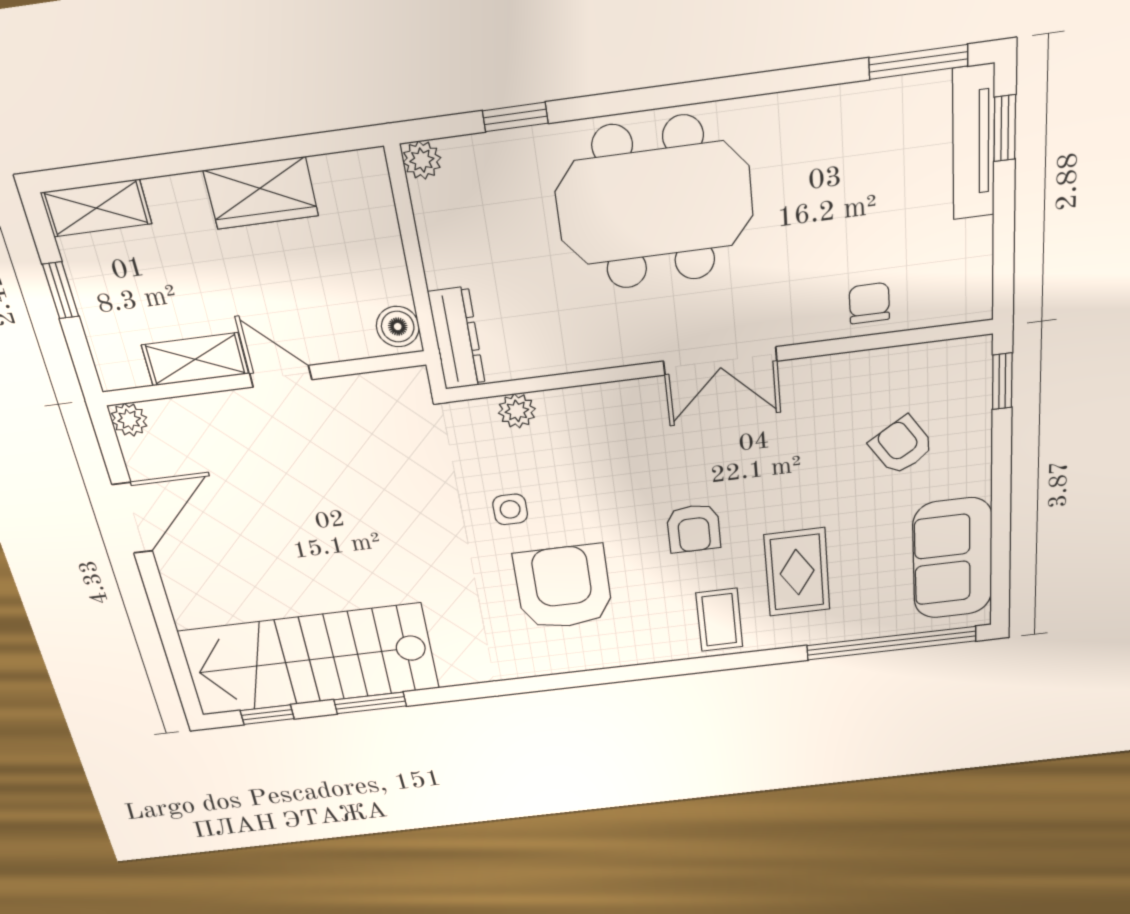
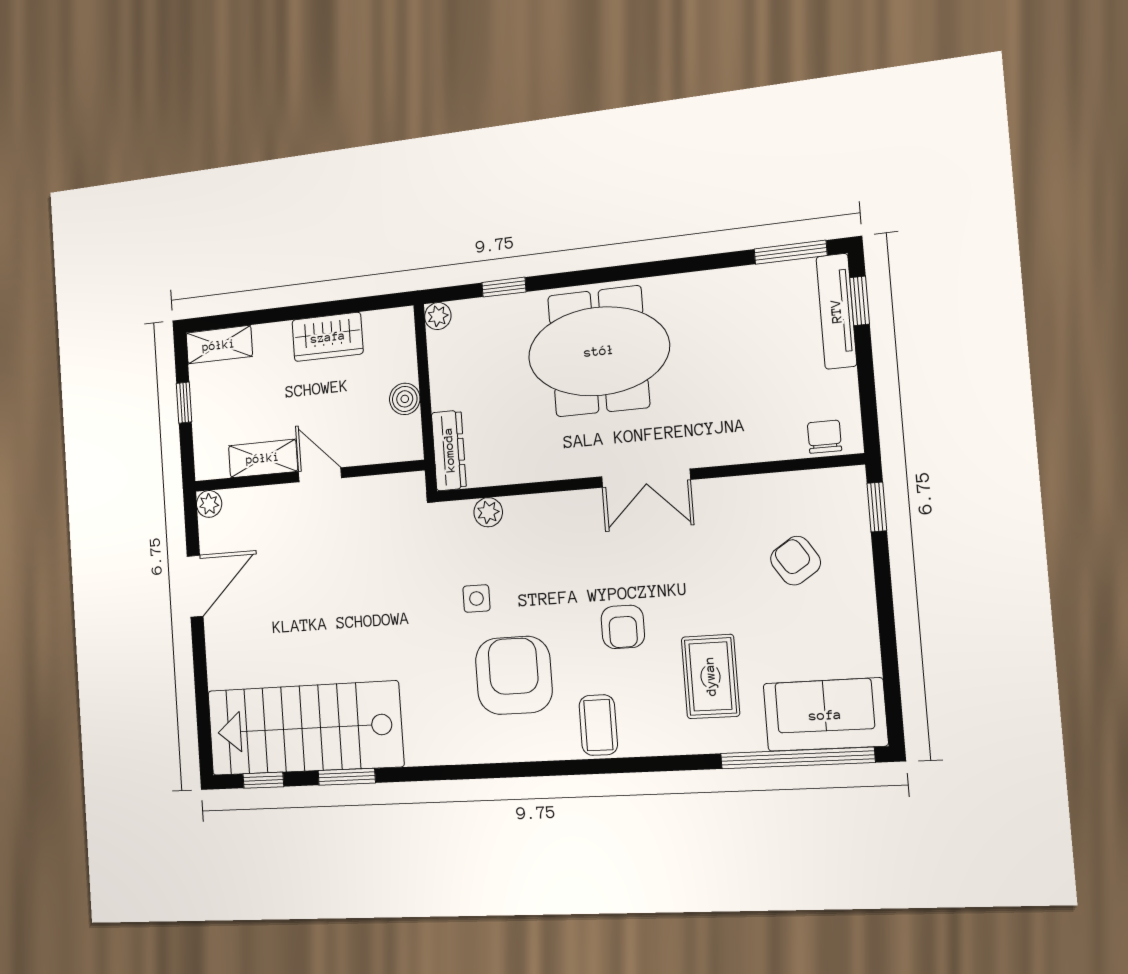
chair: (869, 303) -> (825, 437), moved
boiler: (398, 327) -> (405, 399), moved
sofa: (953, 559) -> (825, 715), moved, turned 90
coffee table: (719, 620) -> (598, 725), moved

